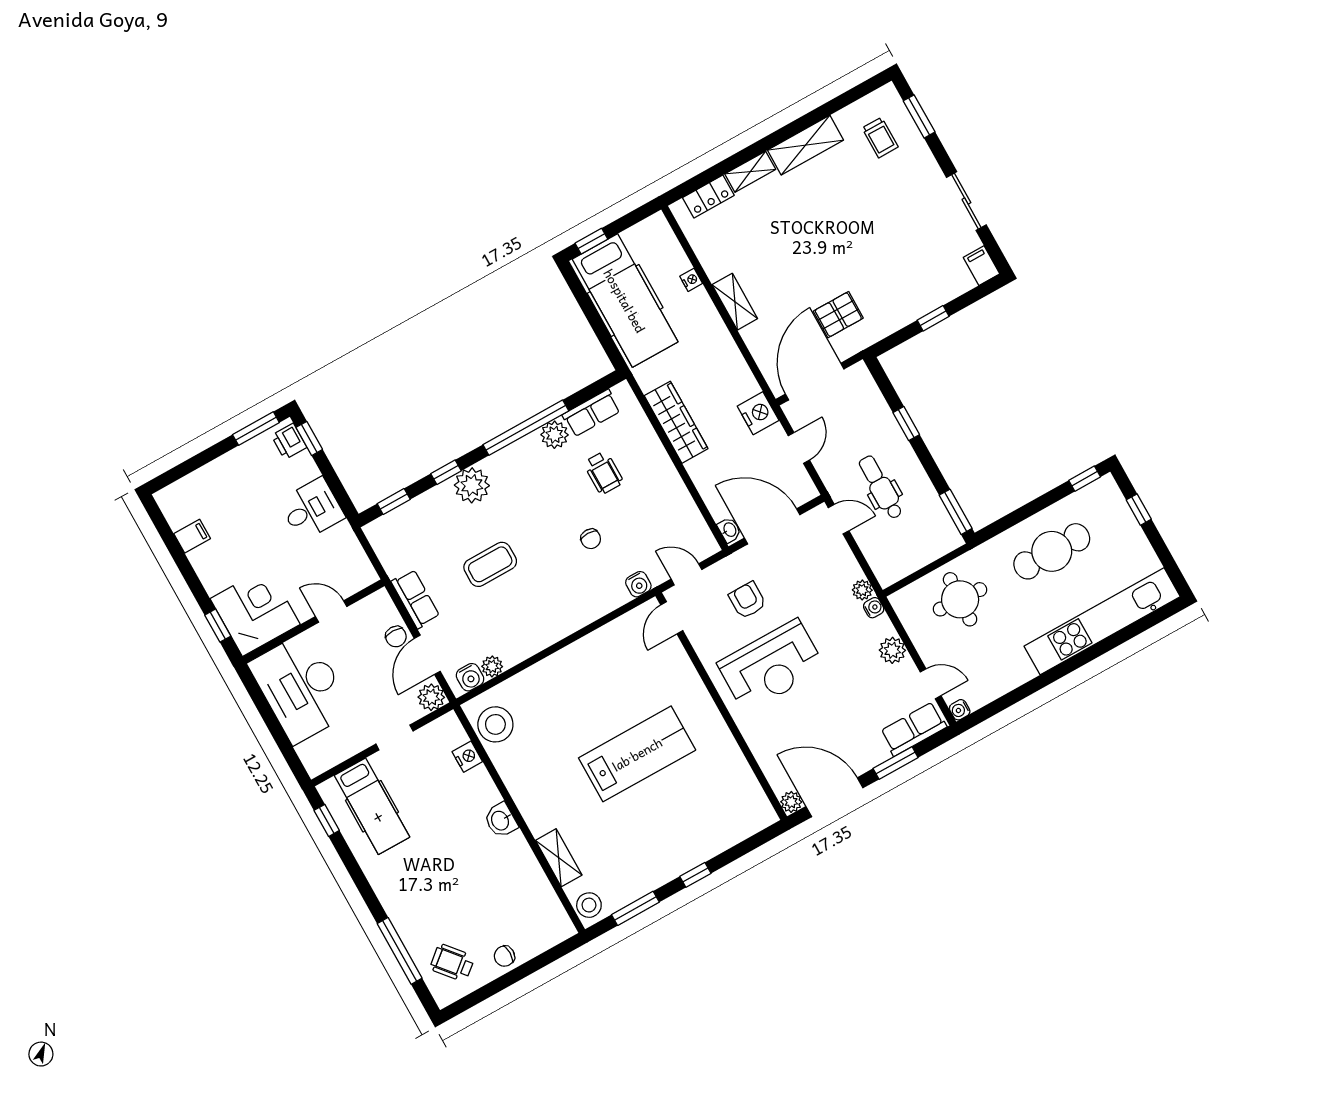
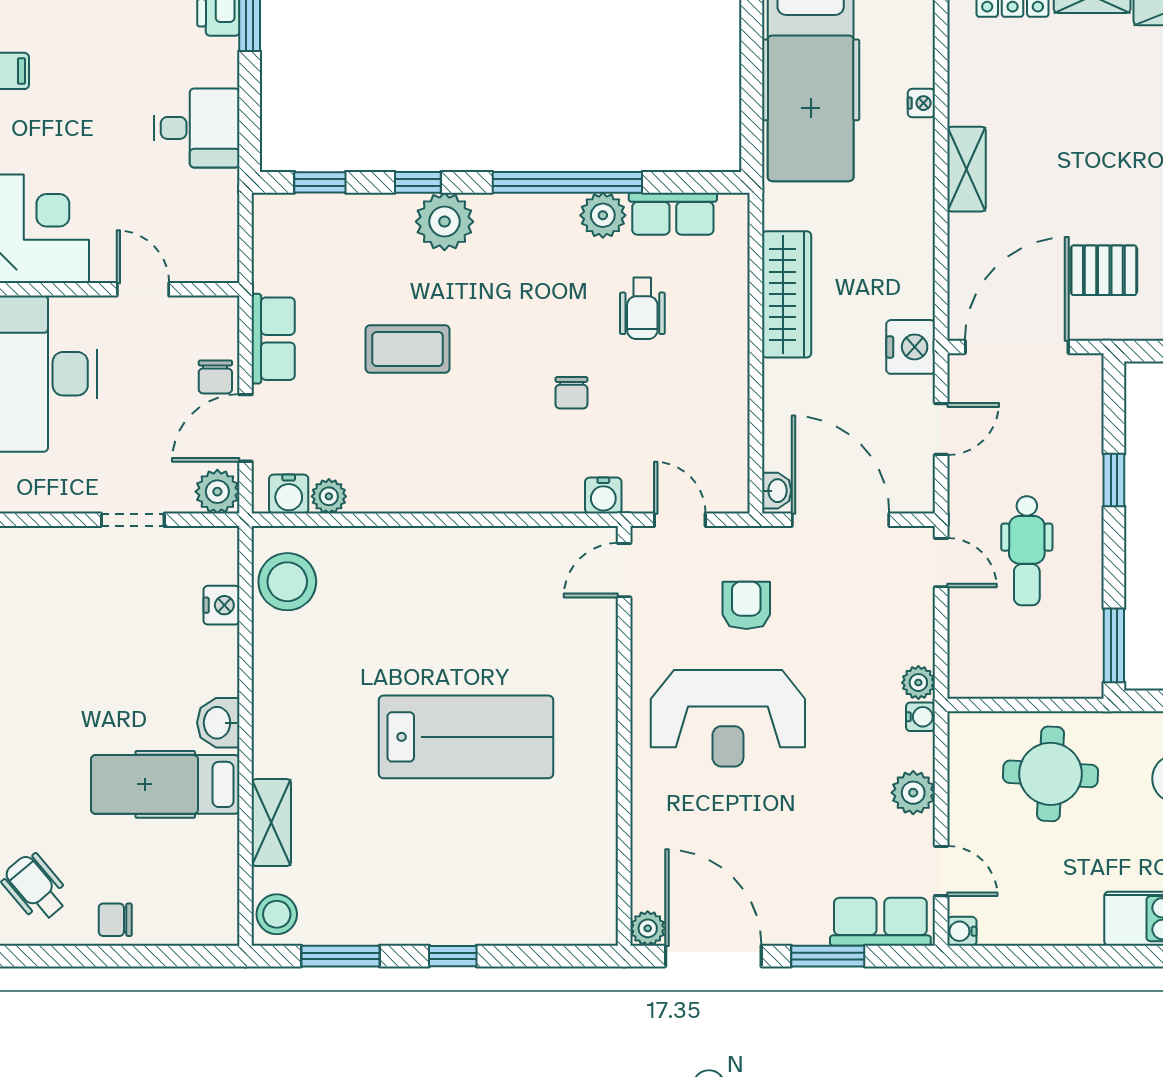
dental chair: (881, 487) -> (1027, 551), turned 180
hospital bed: (372, 806) -> (165, 784), moved, turned 90

